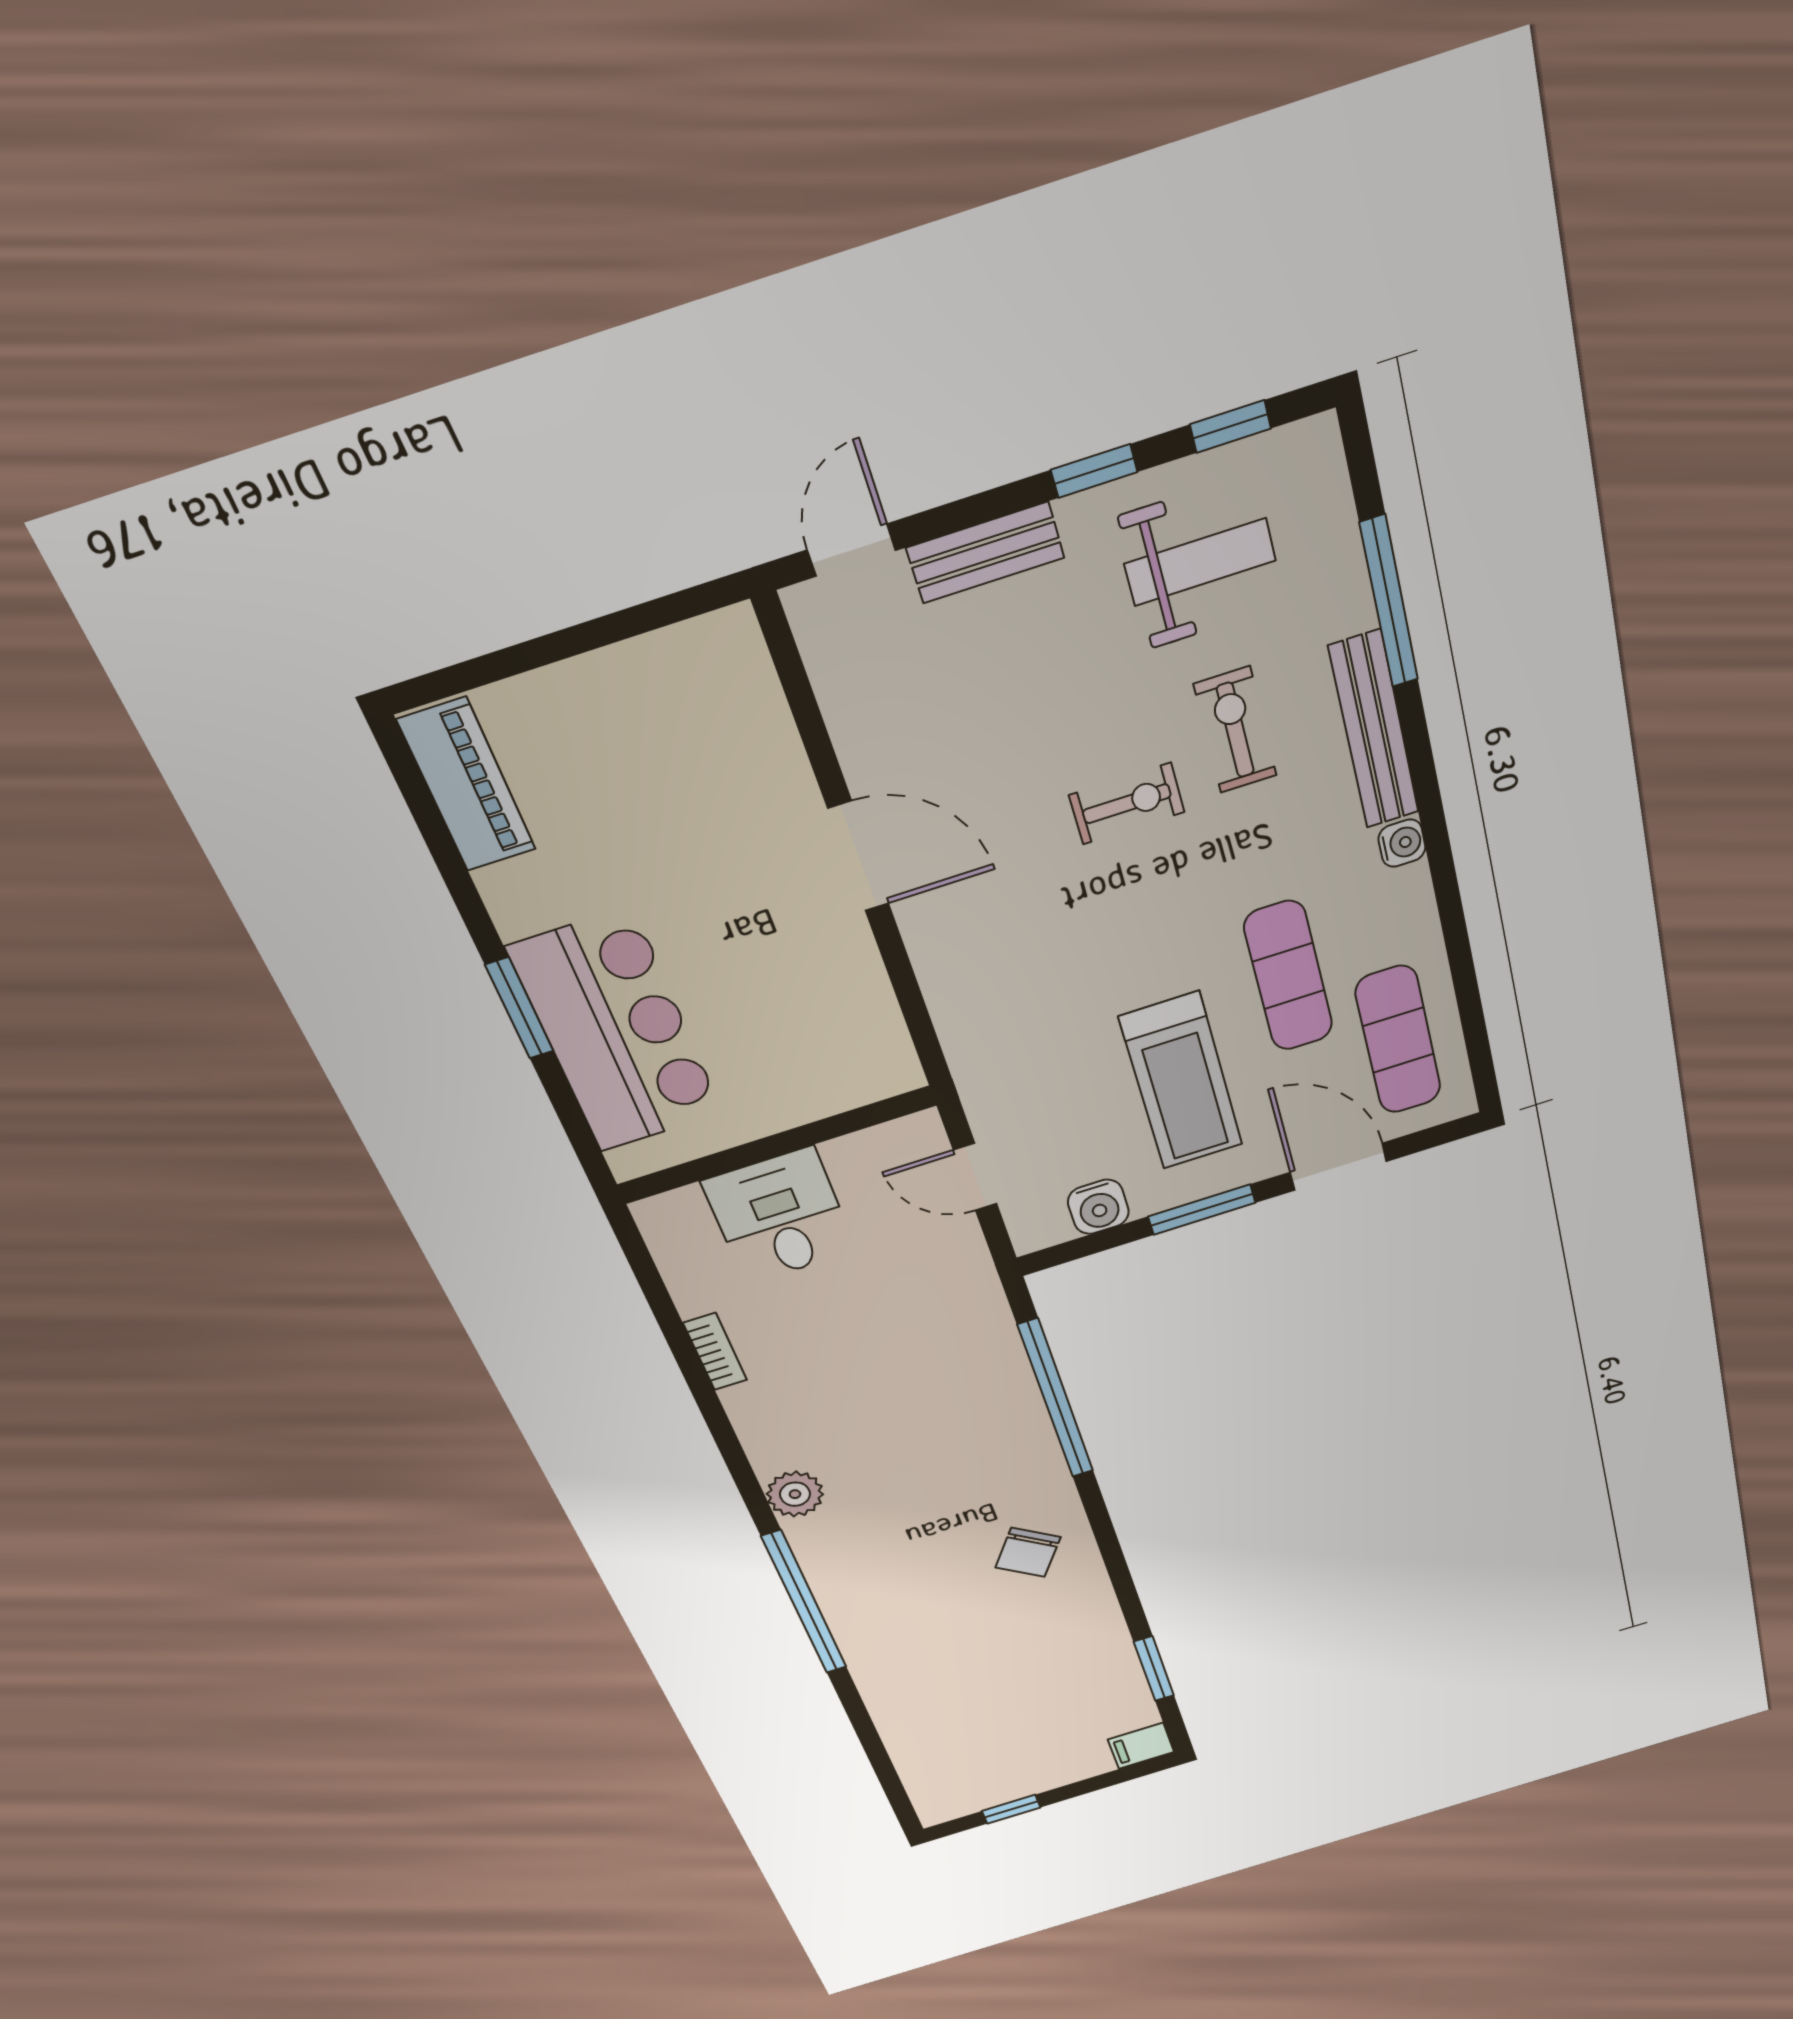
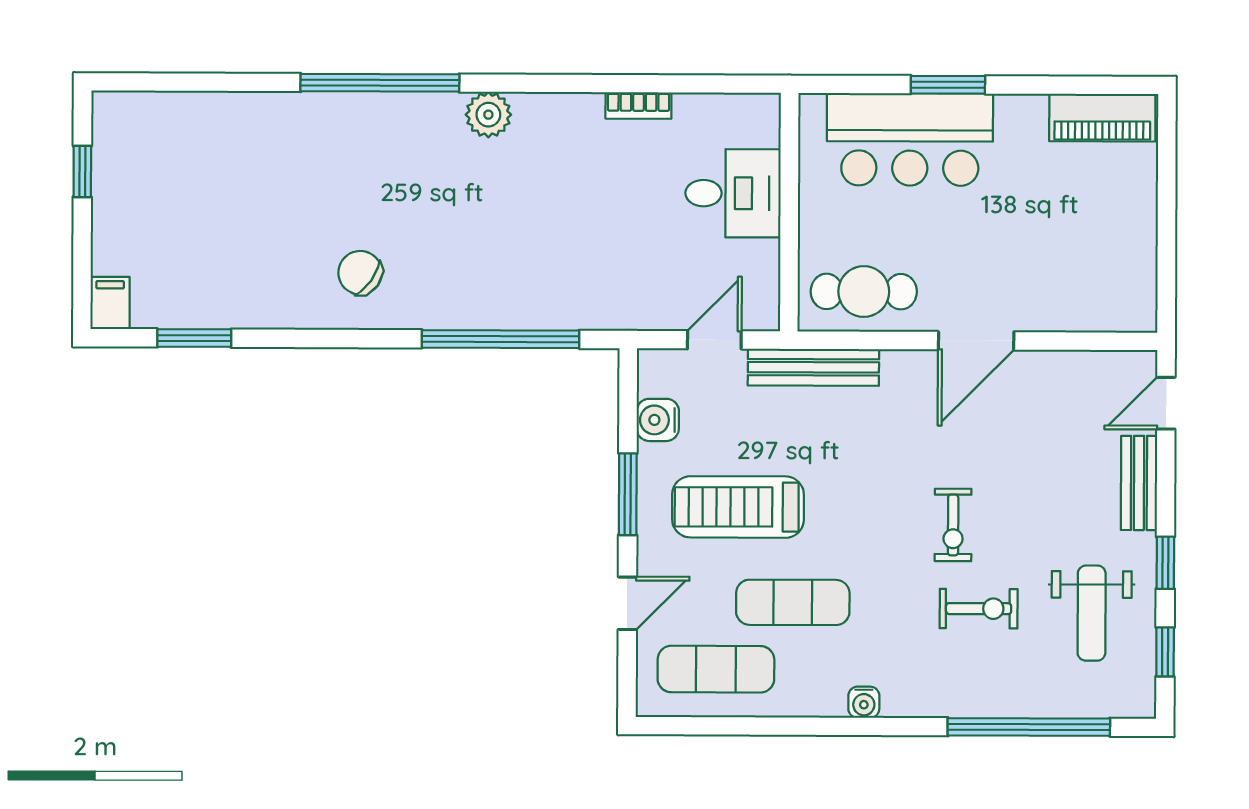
door: (852, 550) -> (1166, 403), swing flipped
window: (1389, 602) -> (1029, 727), width x1.46
bench: (1374, 730) -> (813, 367), moved
cafe table: (846, 1023) -> (864, 292), added
door: (1338, 1167) -> (627, 603), width x0.73

